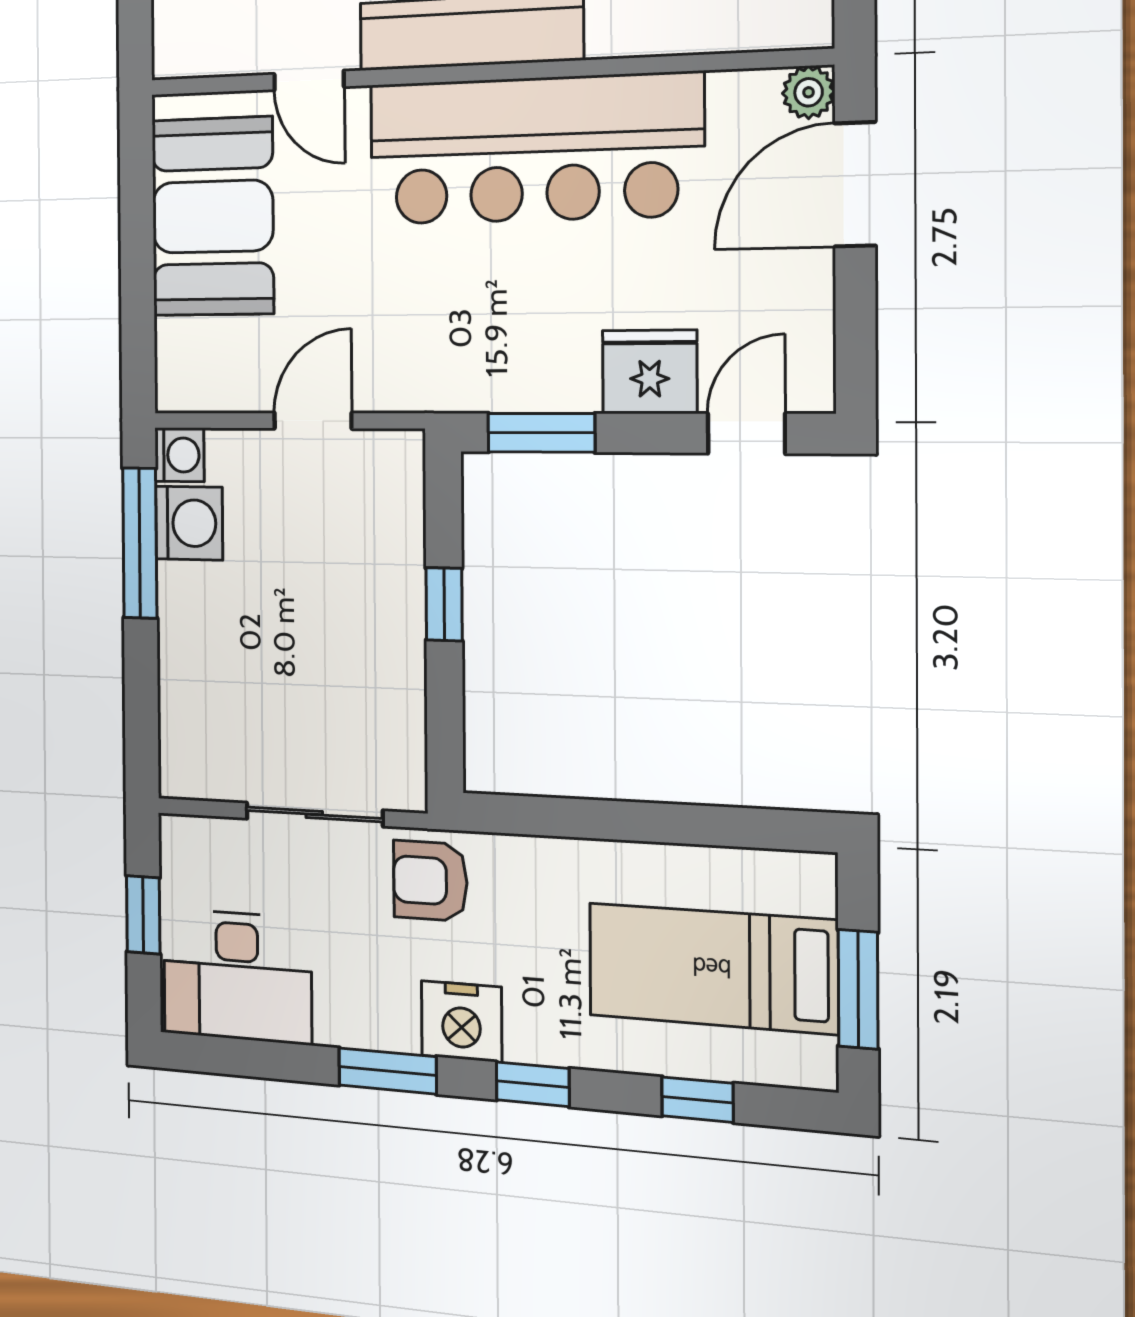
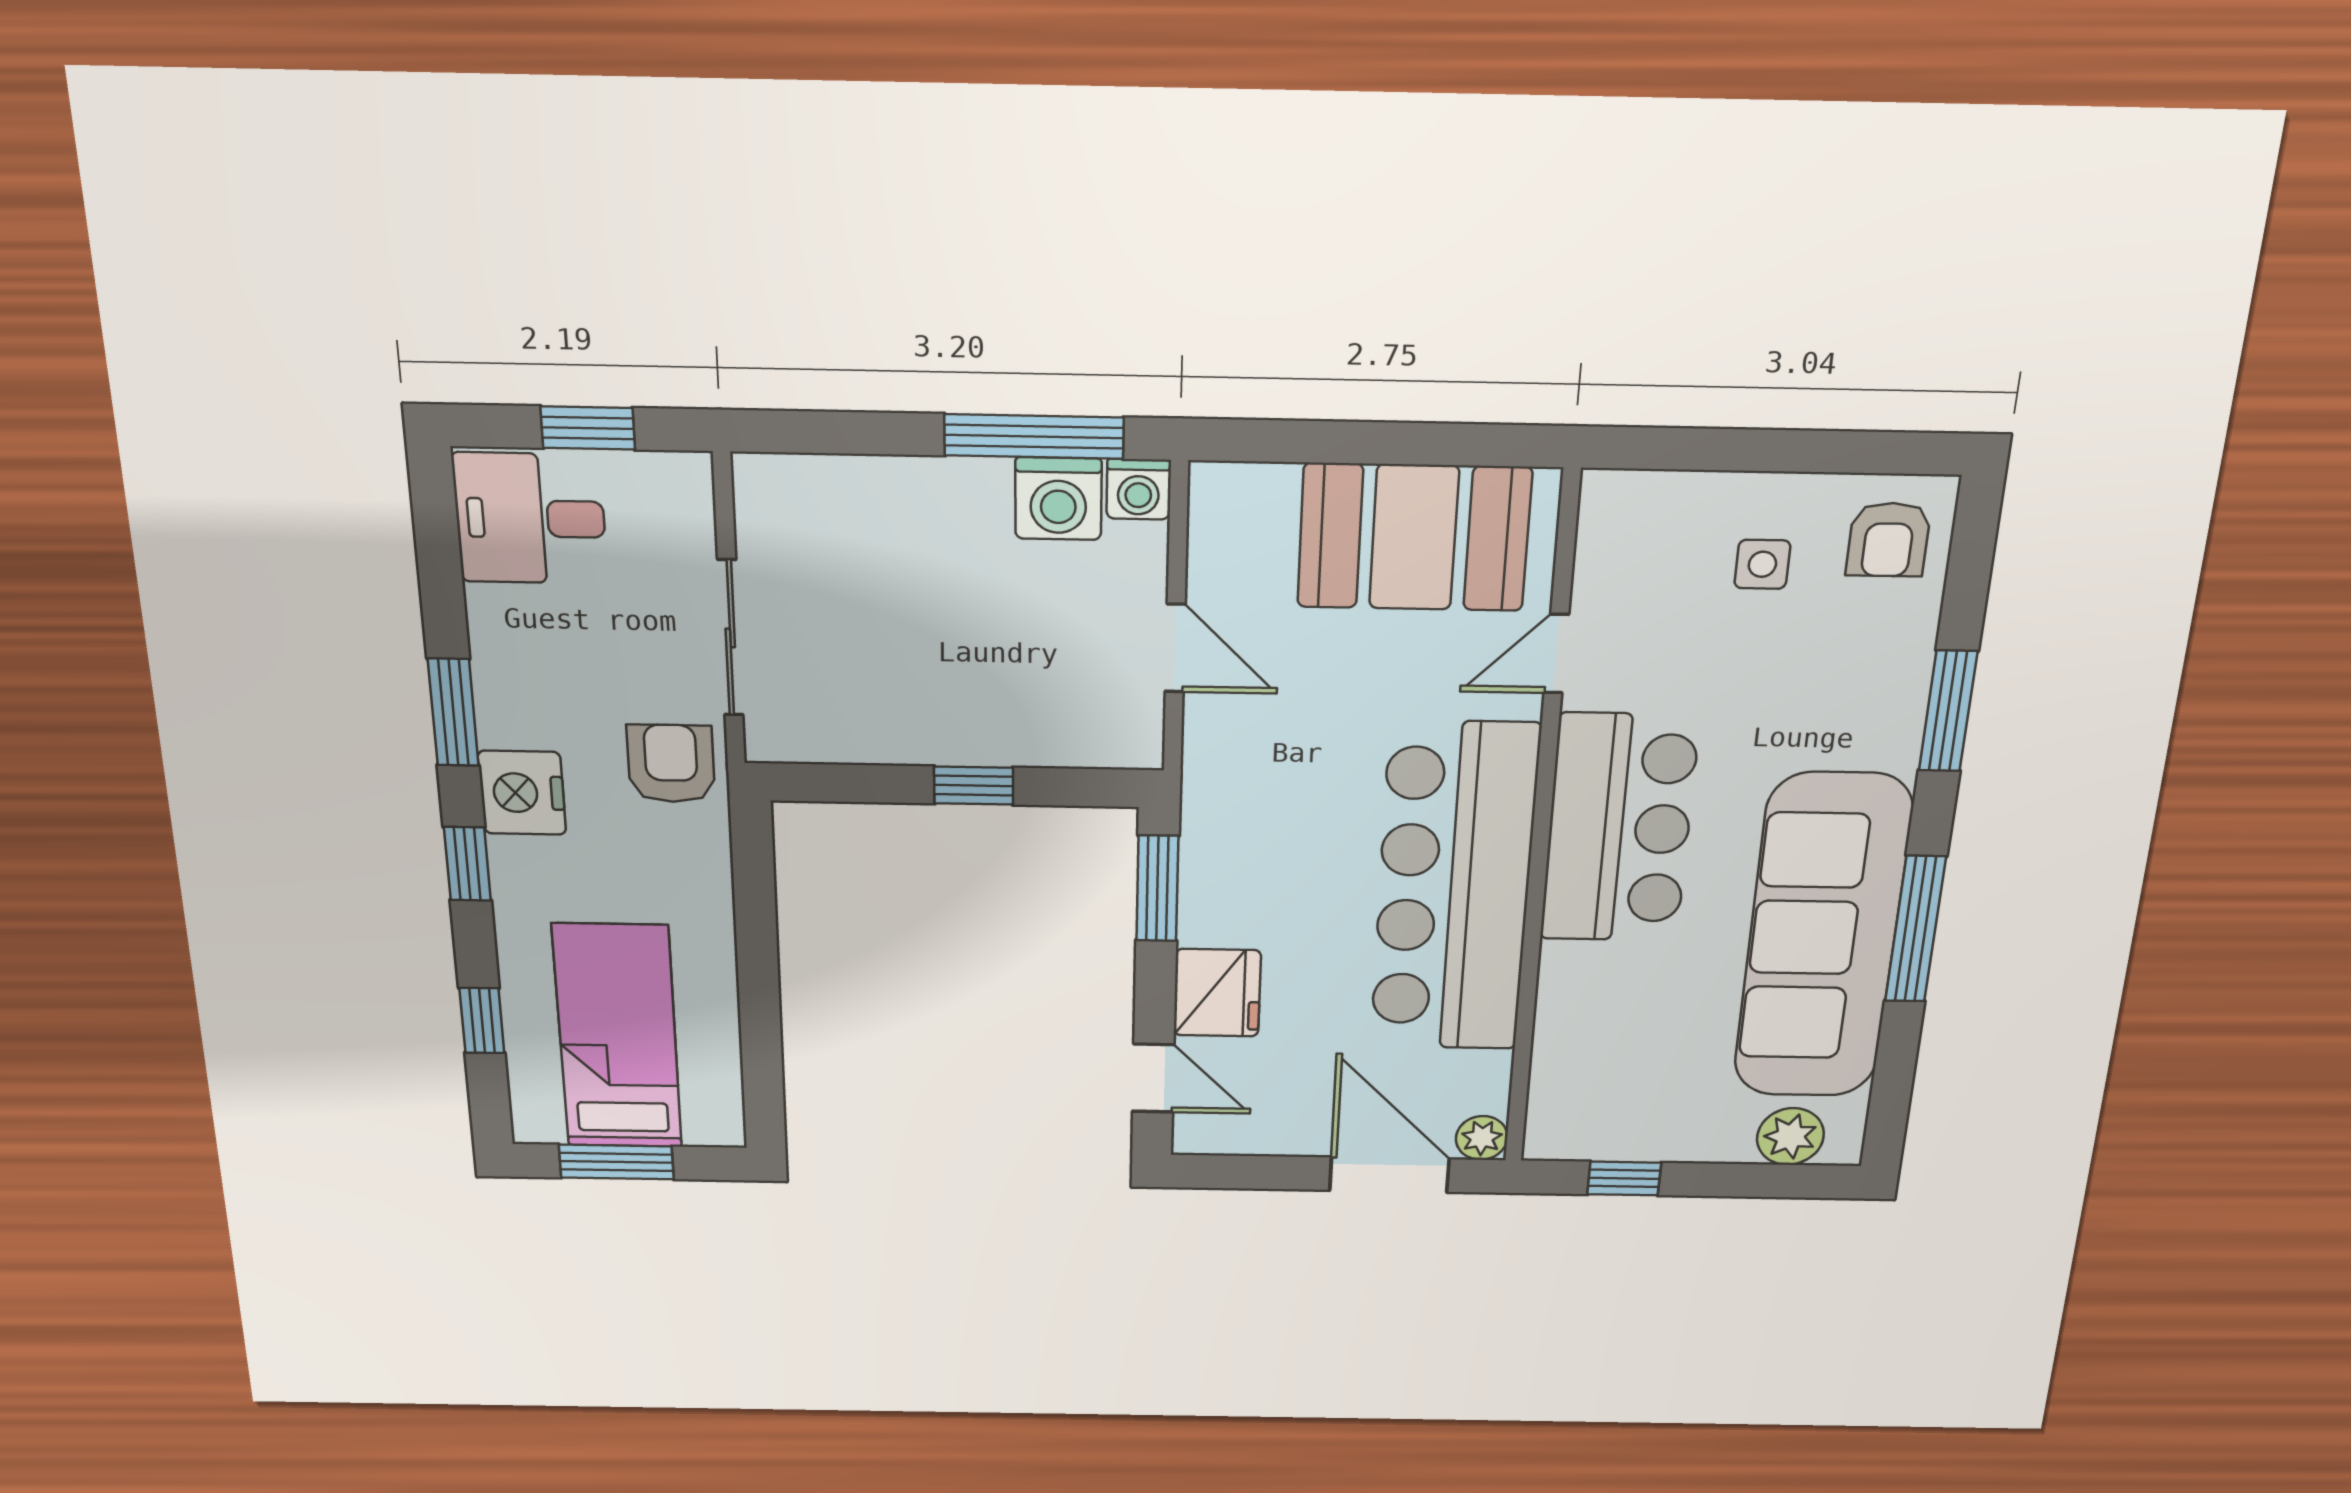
desk: (237, 976) -> (530, 518), width x0.73

